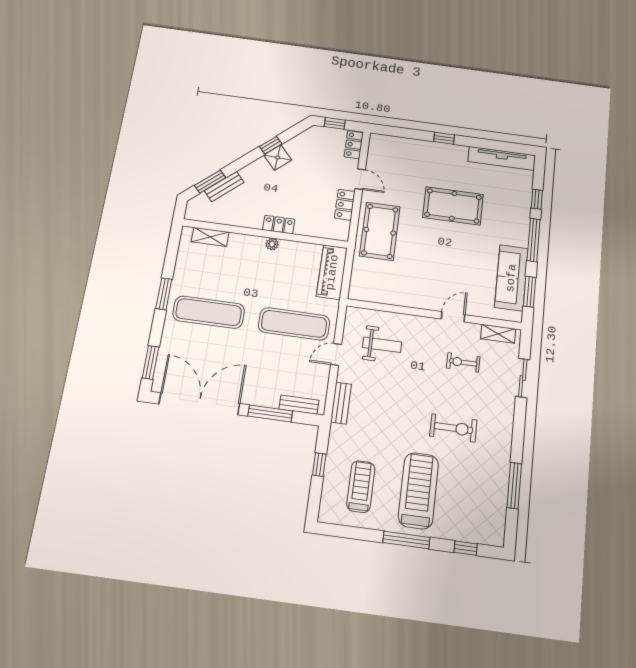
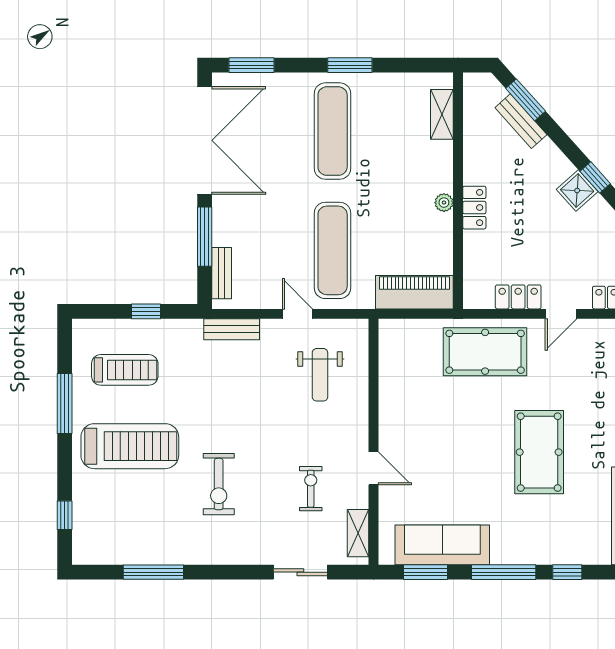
window: (406, 540) -> (65, 403), moved

